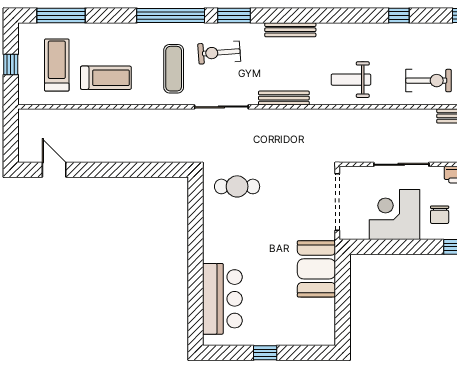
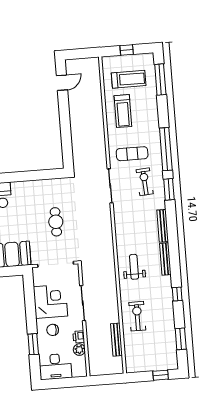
exercise bike: (429, 81) -> (137, 316), turned 180
bench: (284, 98) -> (165, 259), moved
cafe table: (237, 186) -> (56, 222), moved

